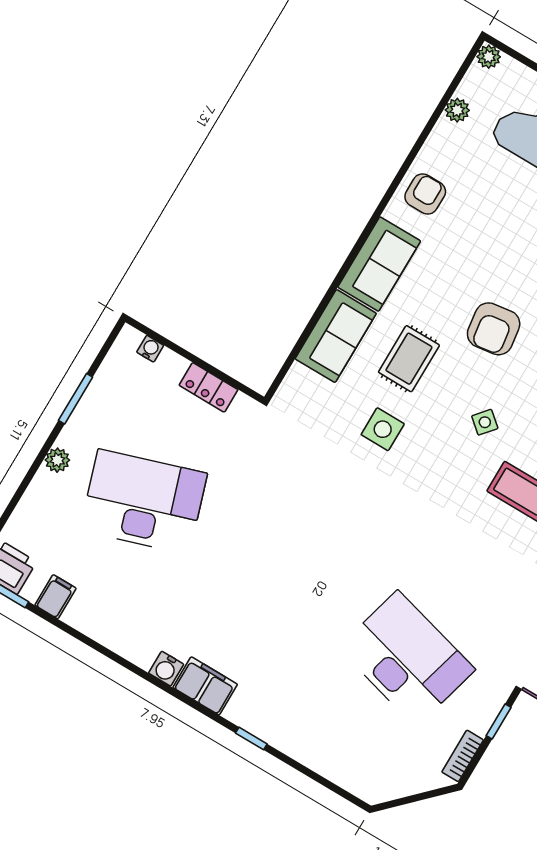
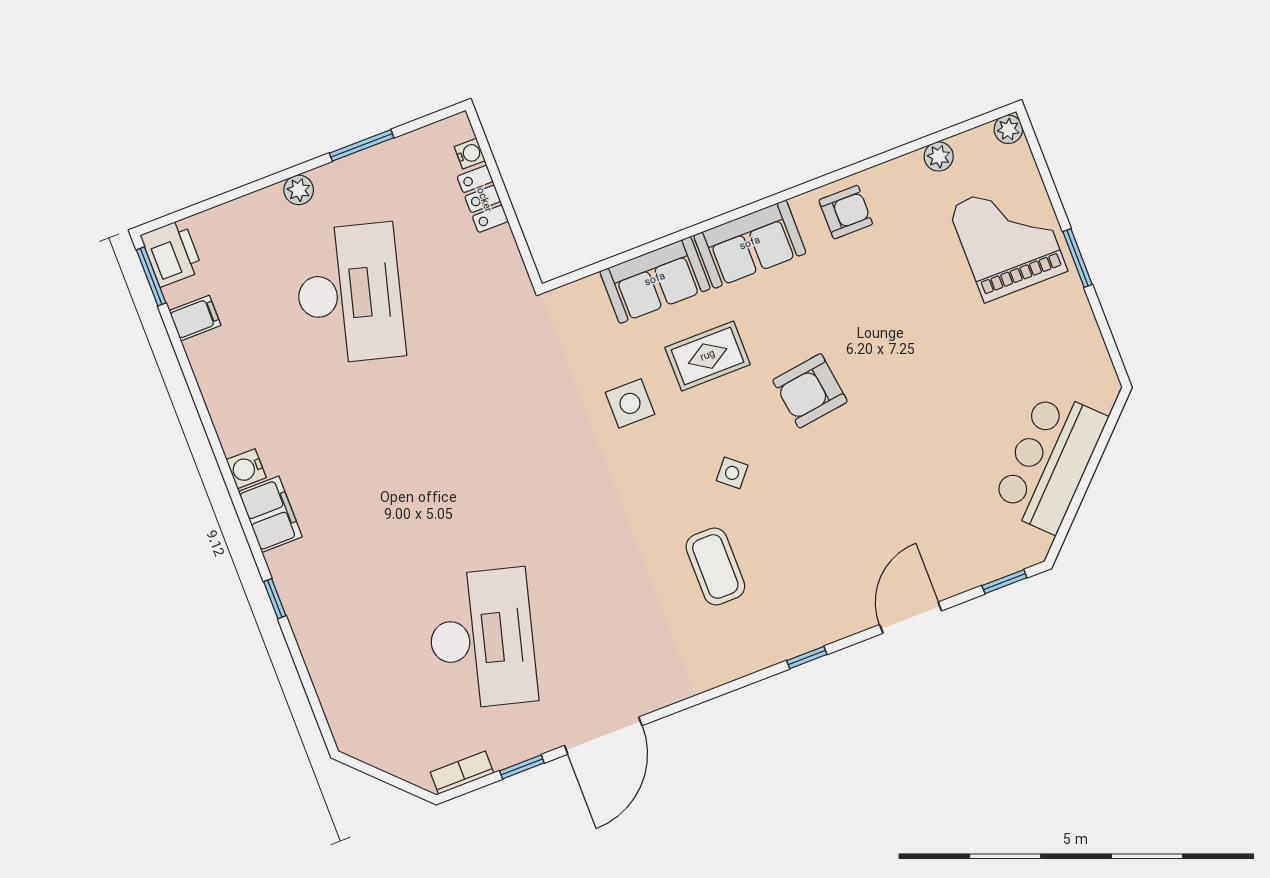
locker: (208, 387) -> (483, 199), moved
desk: (144, 502) -> (349, 294), turned 33

